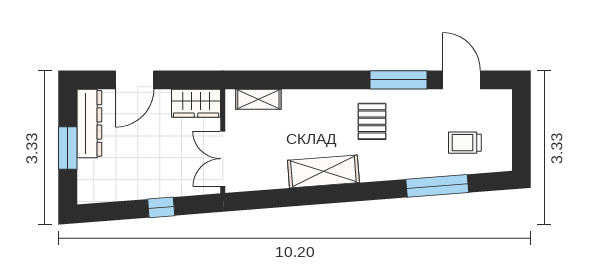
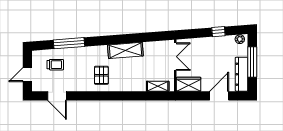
window: (398, 80) -> (88, 96), removed
door: (521, 123) -> (27, 75), added
window: (68, 148) -> (252, 62), width x1.44
plant: (93, 194) -> (240, 39), added
window: (161, 207) -> (218, 32), moved

